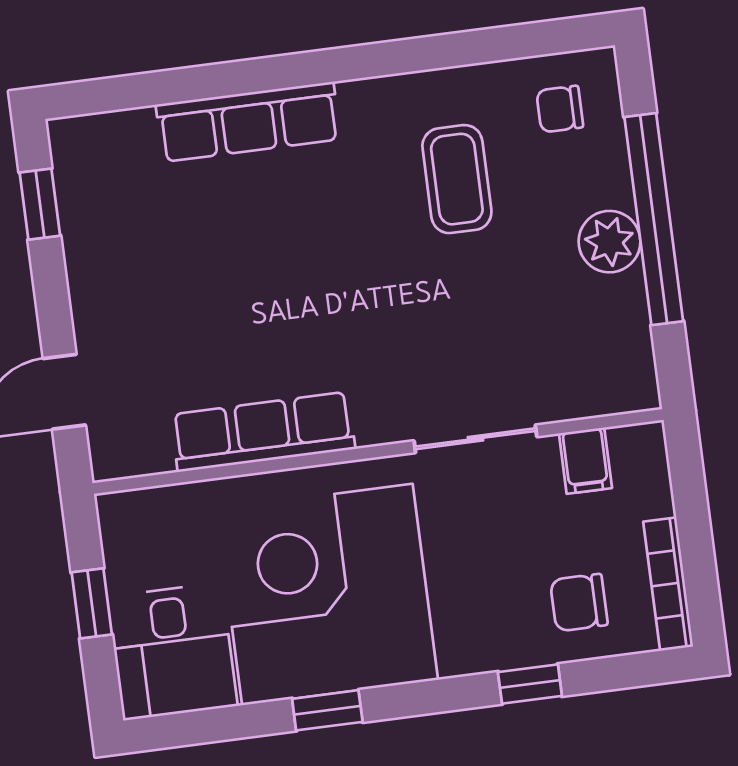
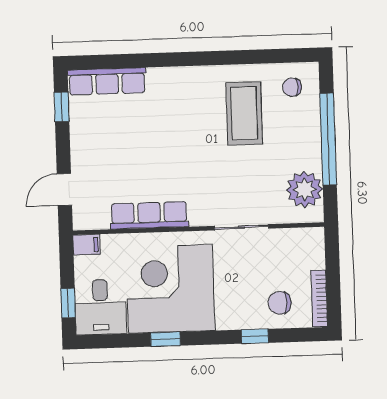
row of seats: (248, 122) -> (107, 81), moved
coffee table: (457, 179) -> (244, 113), width x1.36, depth x1.32
plant: (609, 242) -> (305, 189), moved, width x1.36, depth x1.36
filing cabinet: (585, 461) -> (87, 245), moved, turned -90
window: (92, 603) -> (68, 303), moved

